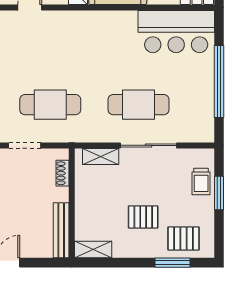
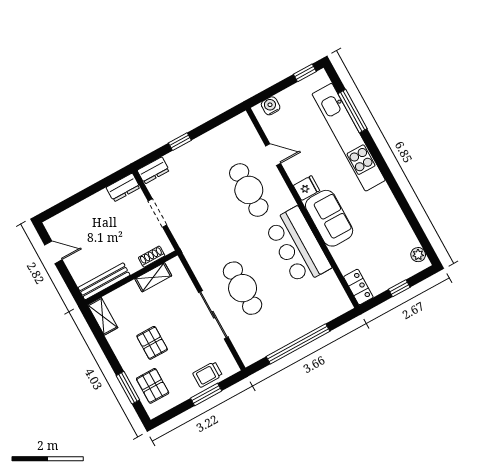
bar counter: (176, 32) -> (298, 246), moved
cafe table: (50, 105) -> (249, 190), moved
shelving: (101, 156) -> (153, 277), moved, turned 90

